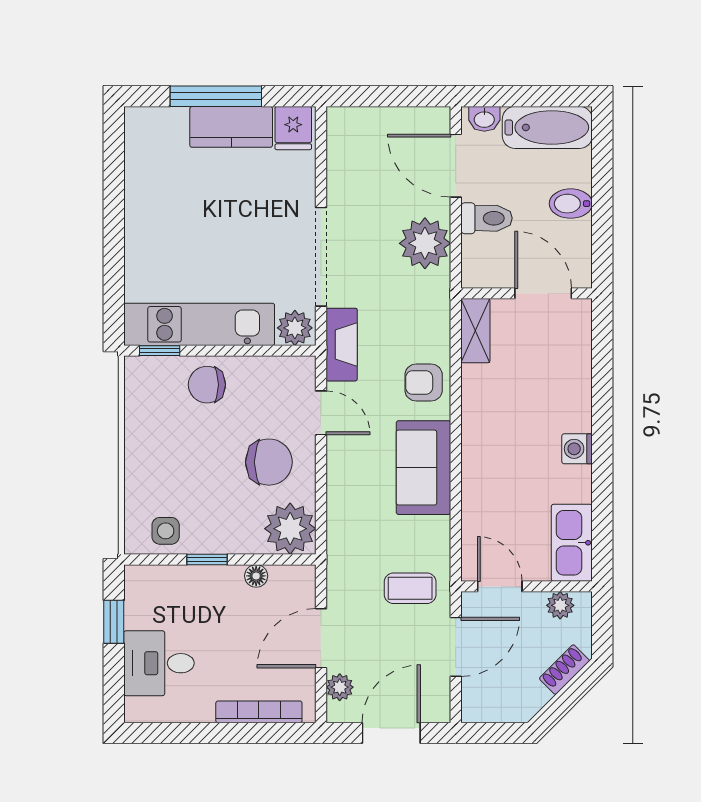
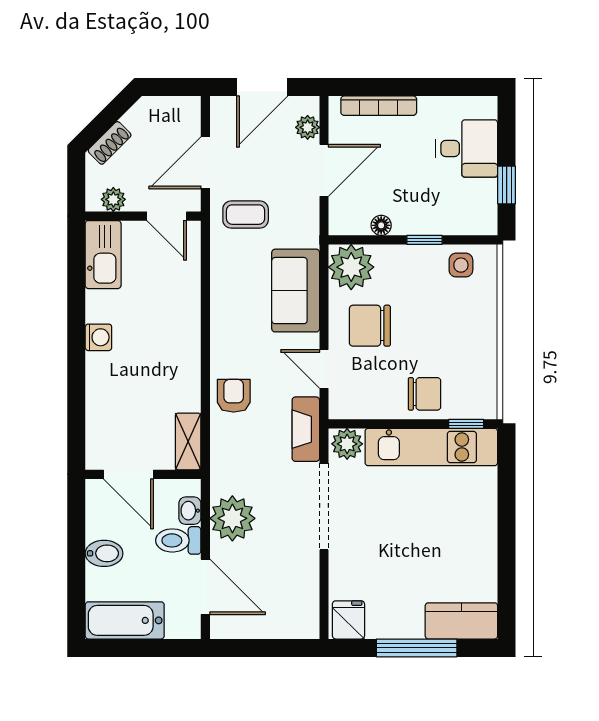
washbasin: (484, 119) -> (190, 511), moved, turned -90
kitchen counter: (231, 127) -> (461, 621), moved
armchair: (424, 383) -> (234, 396), turned -90
sofa: (424, 468) -> (296, 291), moved, turned 180

